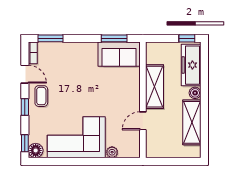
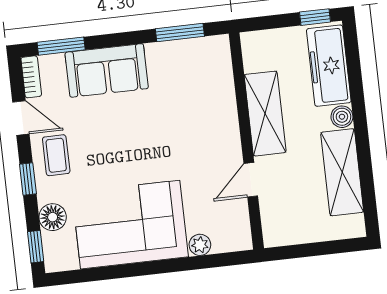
sofa: (119, 54) -> (107, 70), moved
floor lamp: (36, 150) -> (53, 217), moved

